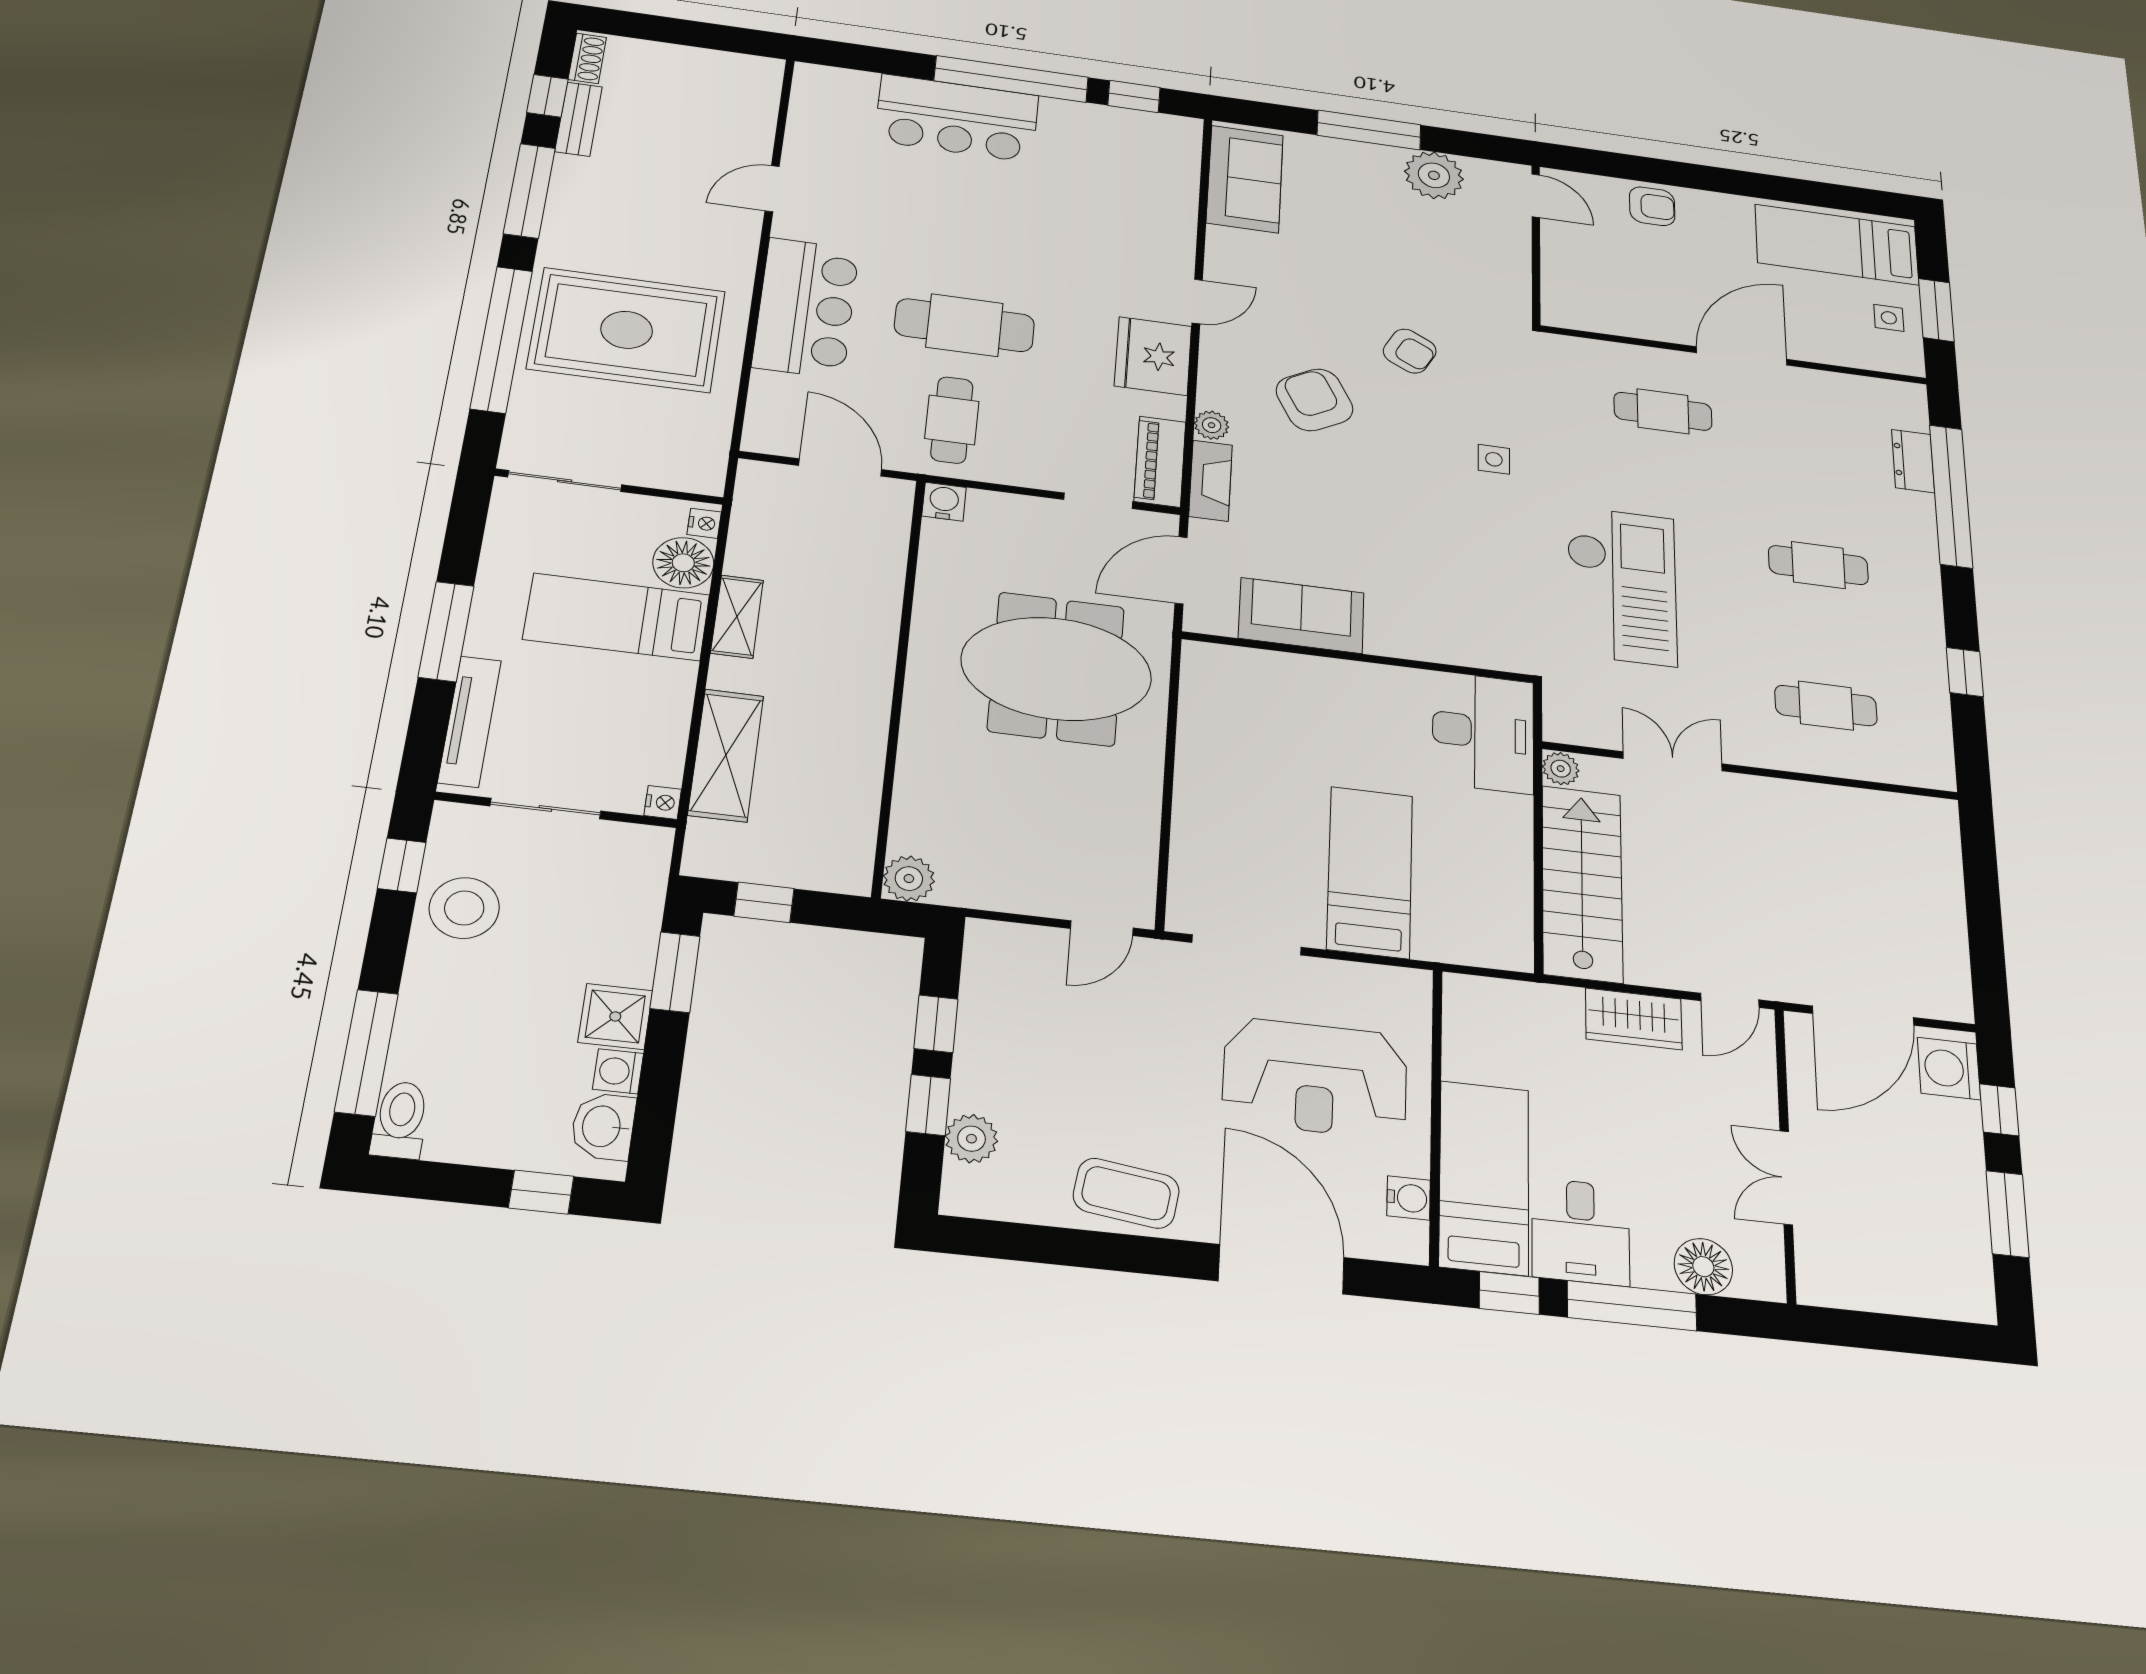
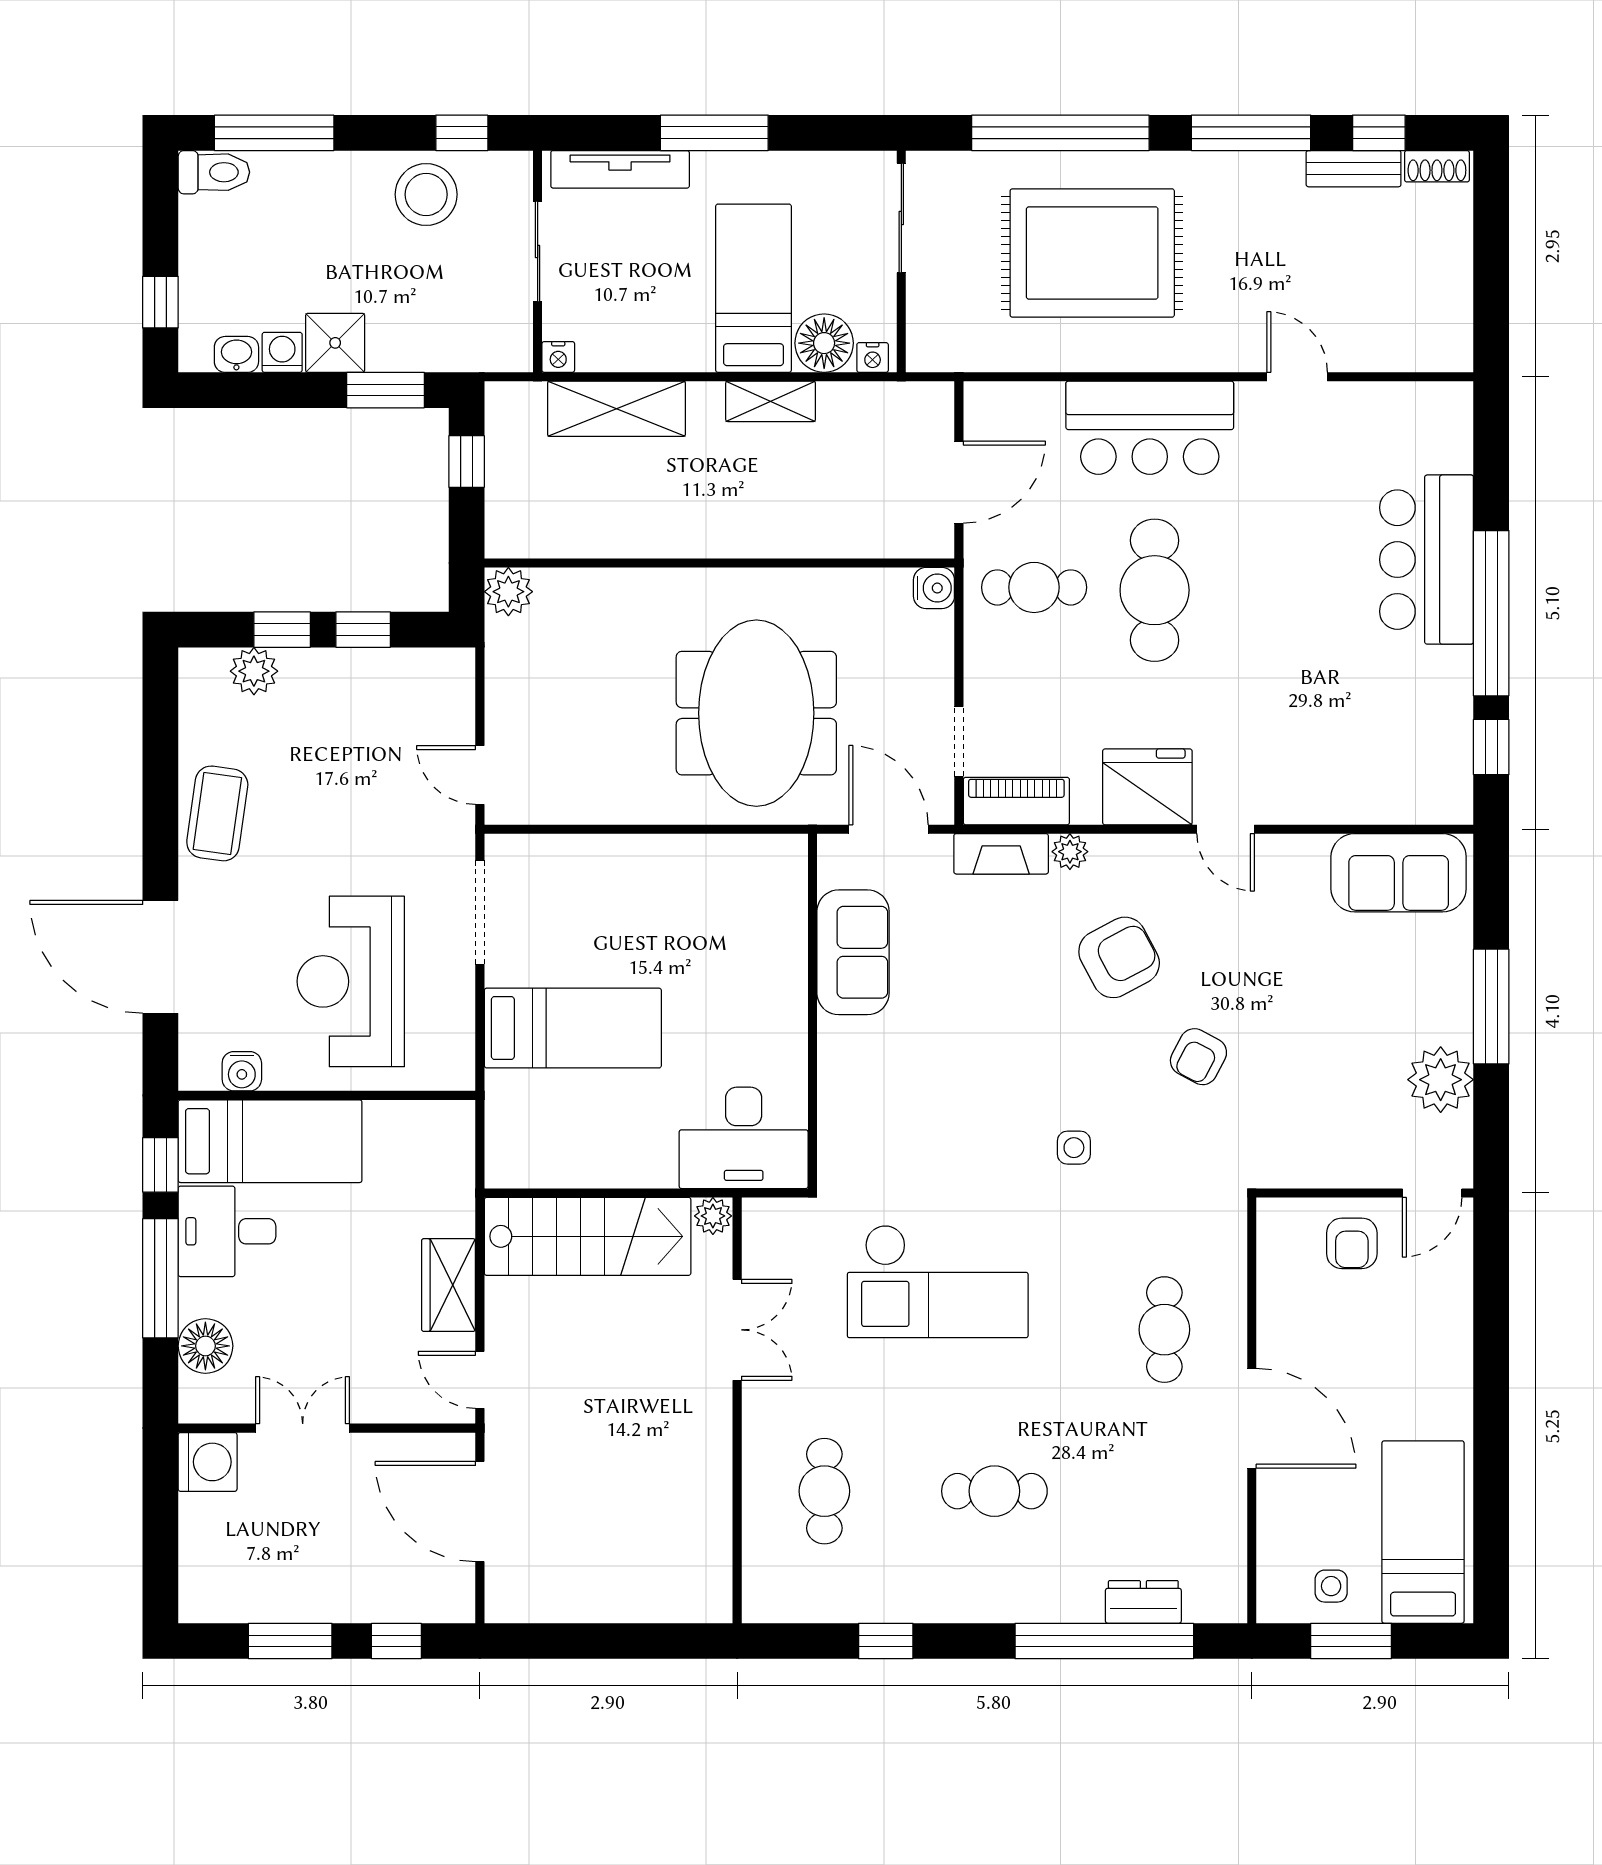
armchair: (1652, 206) -> (1352, 1243), moved
rug: (627, 330) -> (1092, 253), turned 90
cafe table: (1818, 565) -> (994, 1491), turned 90
washing machine: (1949, 1069) -> (208, 1462), moved, turned 90
washbasin: (603, 1126) -> (236, 354), width x0.72, depth x0.69
door: (1281, 1269) -> (160, 957), swing flipped

